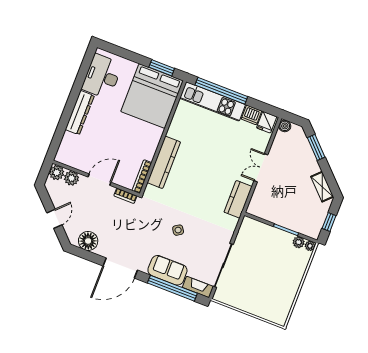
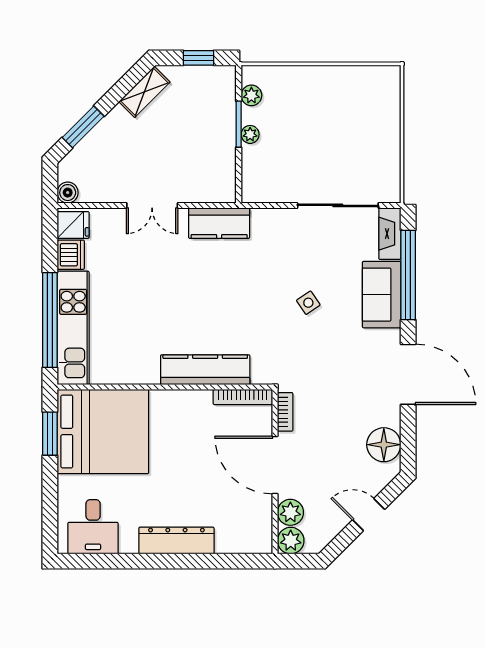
desk: (102, 76) -> (93, 527), width x0.73
door: (99, 180) -> (275, 465), width x1.36
plant: (310, 246) -> (250, 134), moved

